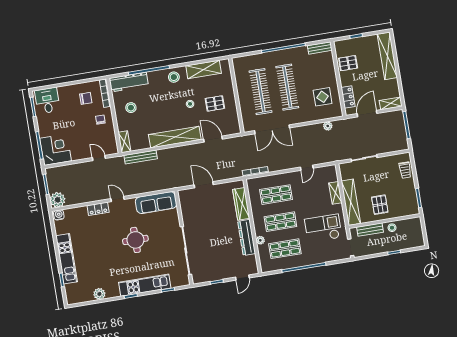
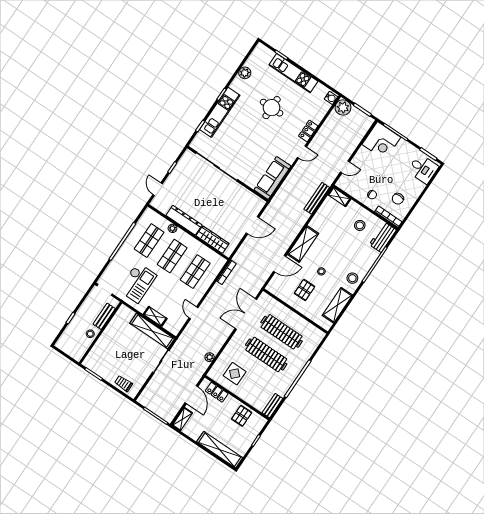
workbench: (129, 82) -> (383, 237), width x0.73
shelving: (175, 137) -> (303, 244), width x0.68
shelving: (351, 202) -> (152, 331), moved
pallet: (380, 205) -> (116, 341), removed
round table: (135, 240) -> (272, 108), moved

